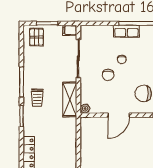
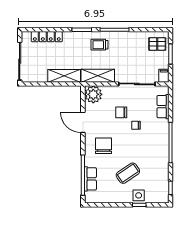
row of seats: (126, 31) -> (163, 107), moved
plant: (85, 108) -> (93, 94), width x1.87, depth x1.87
shelving: (70, 135) -> (64, 76), added

